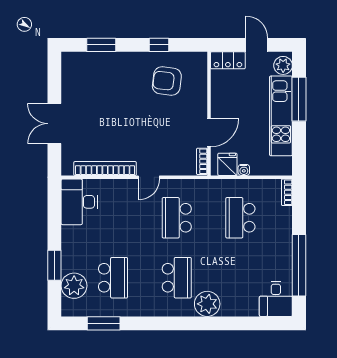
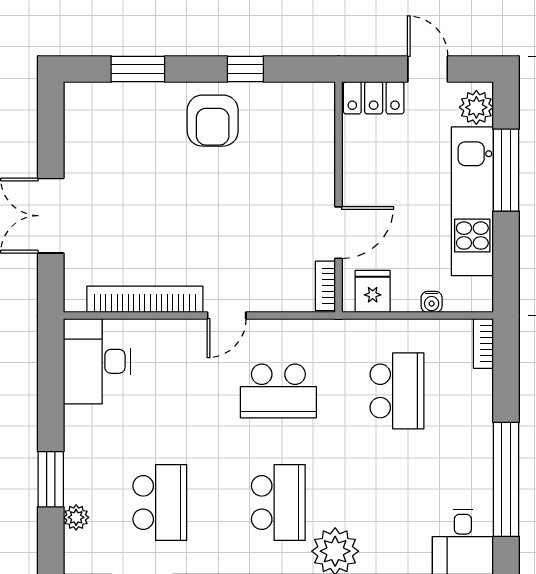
armchair: (167, 81) -> (213, 121), moved, turned -97
water cooler: (244, 170) -> (432, 302), moved
school desk: (177, 218) -> (278, 391), turned -90
school desk: (240, 218) -> (397, 391), turned 180
plant: (74, 286) -> (76, 517), width x0.53, depth x0.53

